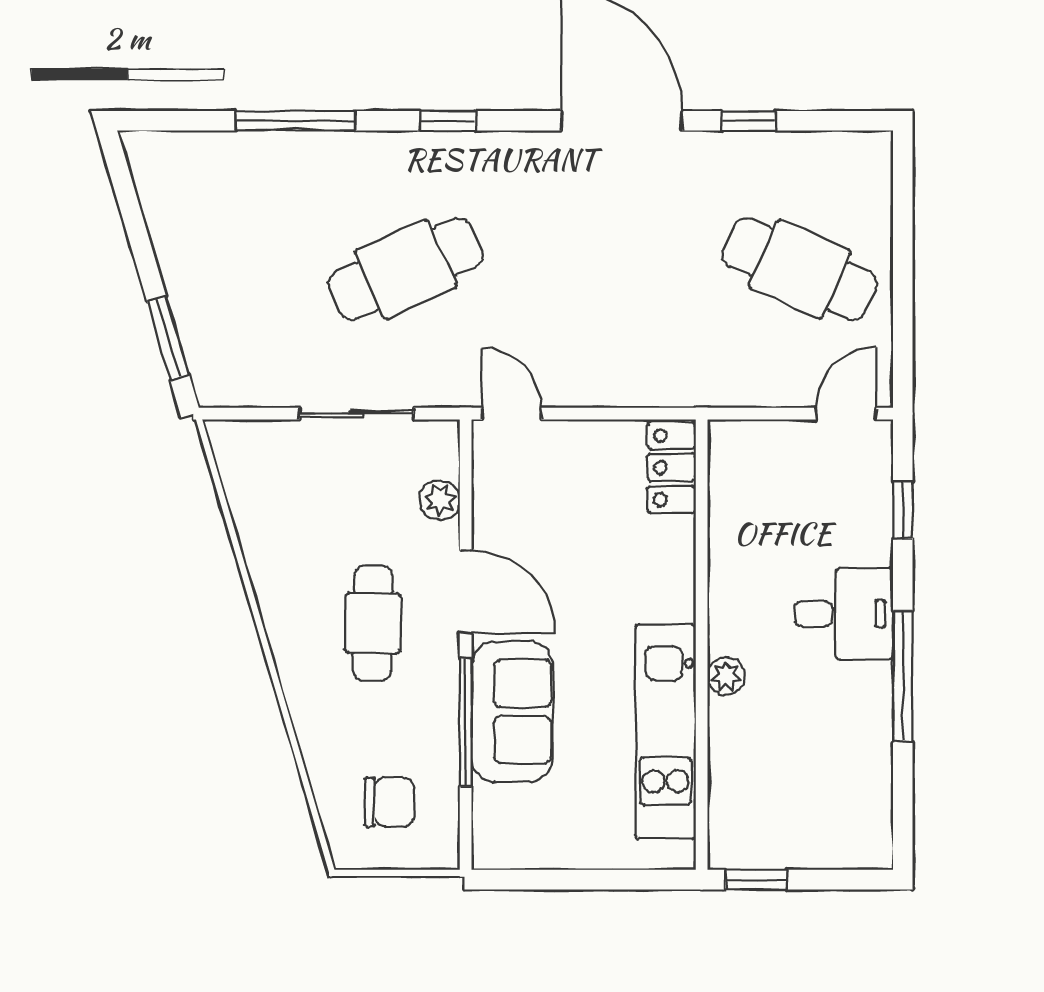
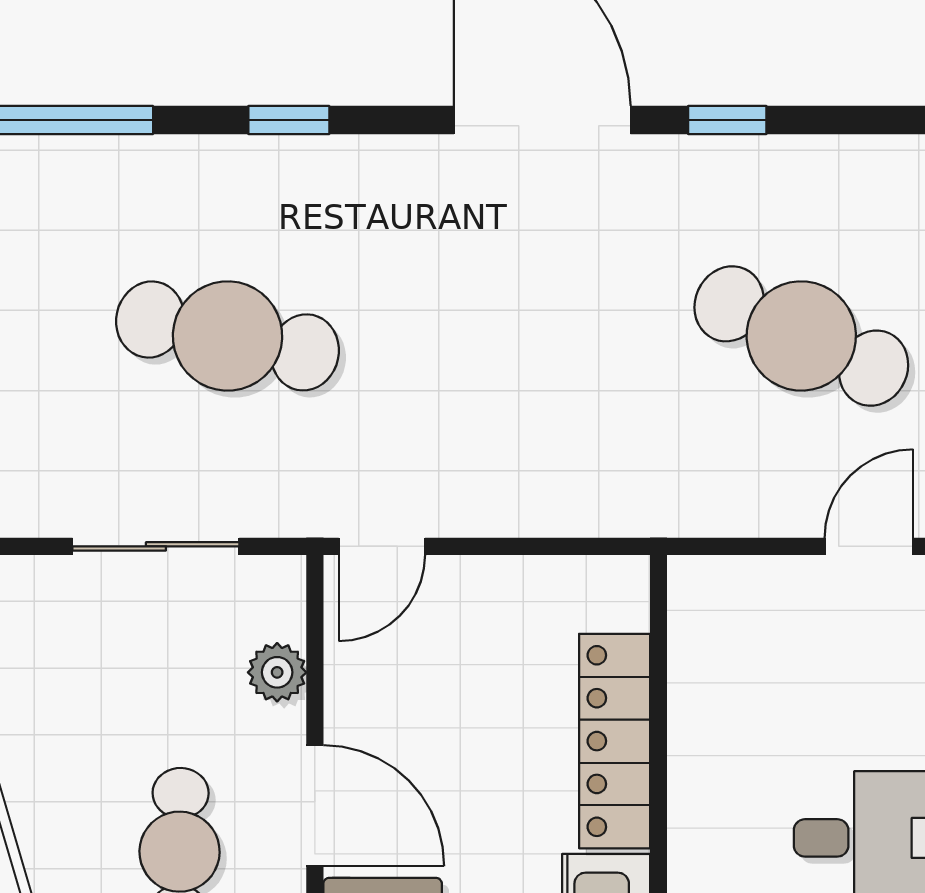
cafe table: (406, 269) -> (228, 336), turned 36
door: (512, 414) -> (382, 546), swing flipped
locker: (671, 468) -> (615, 741), moved, width x1.53

